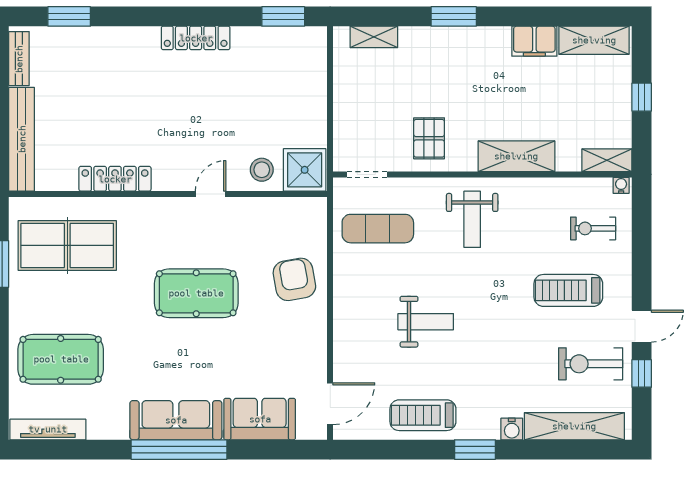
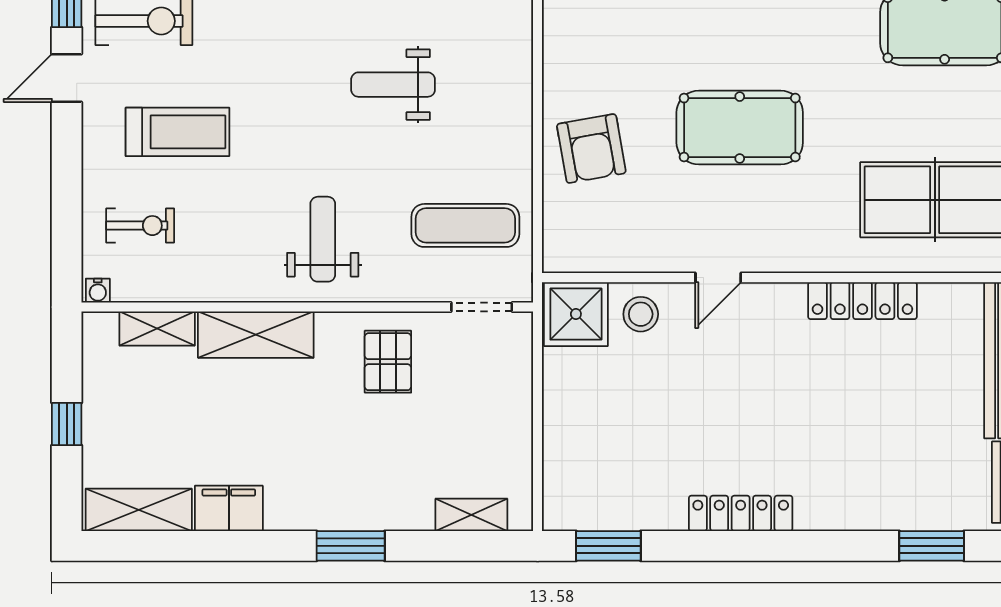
shelving: (607, 160) -> (157, 329), moved

